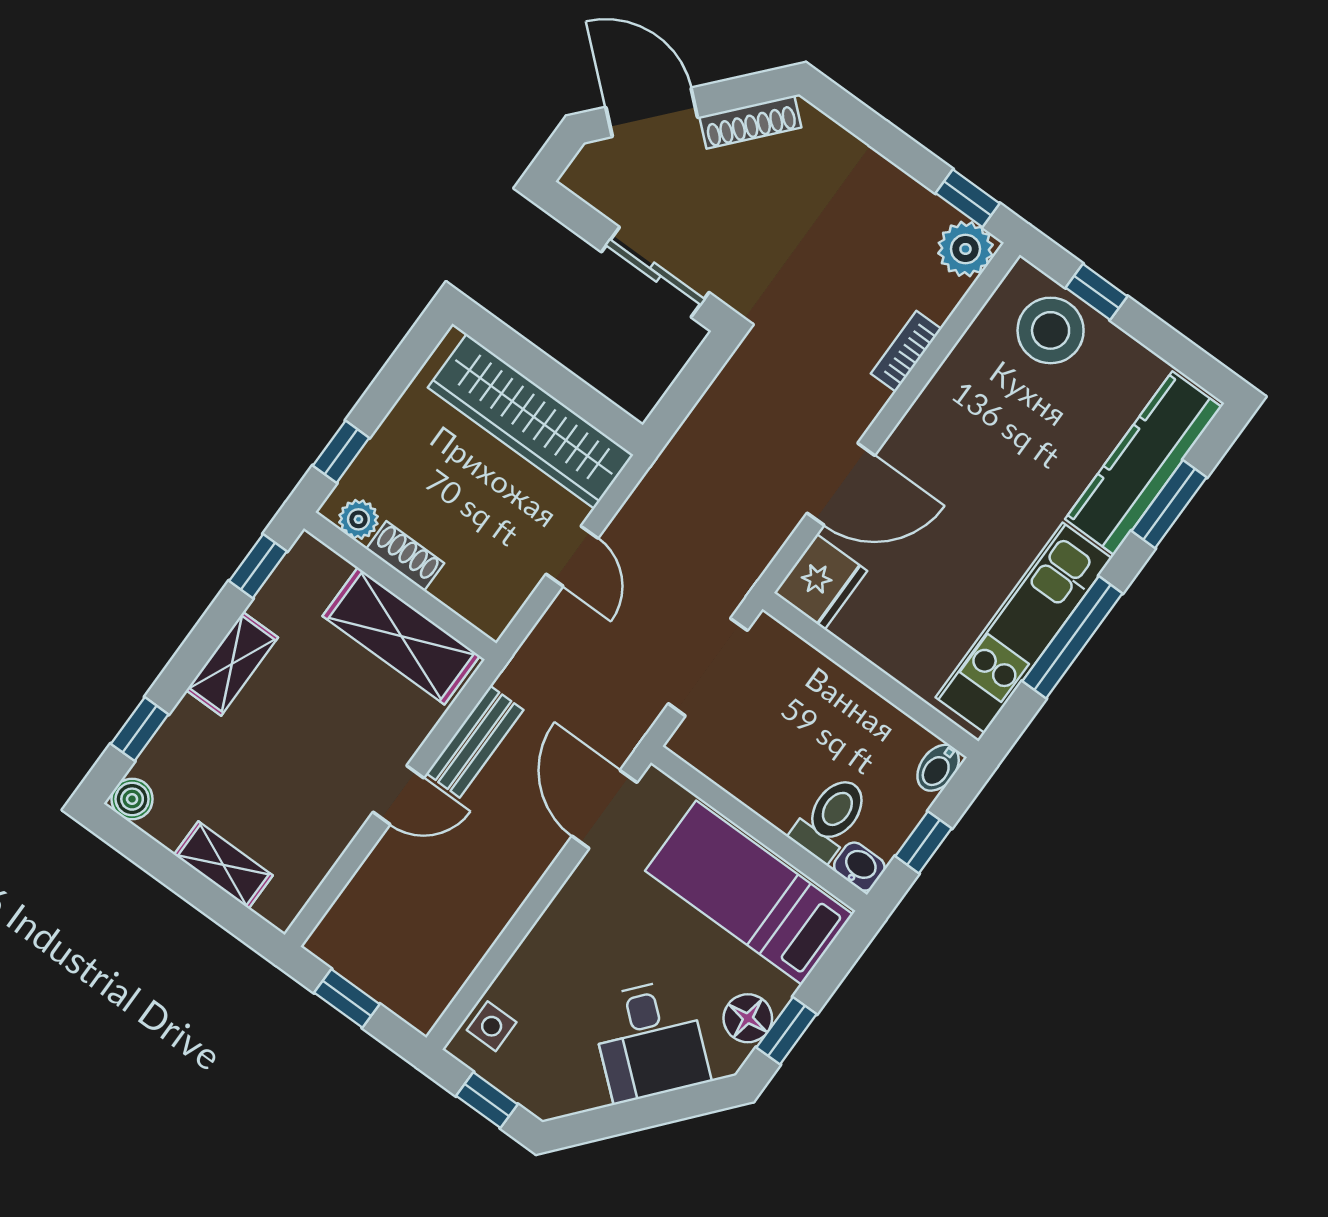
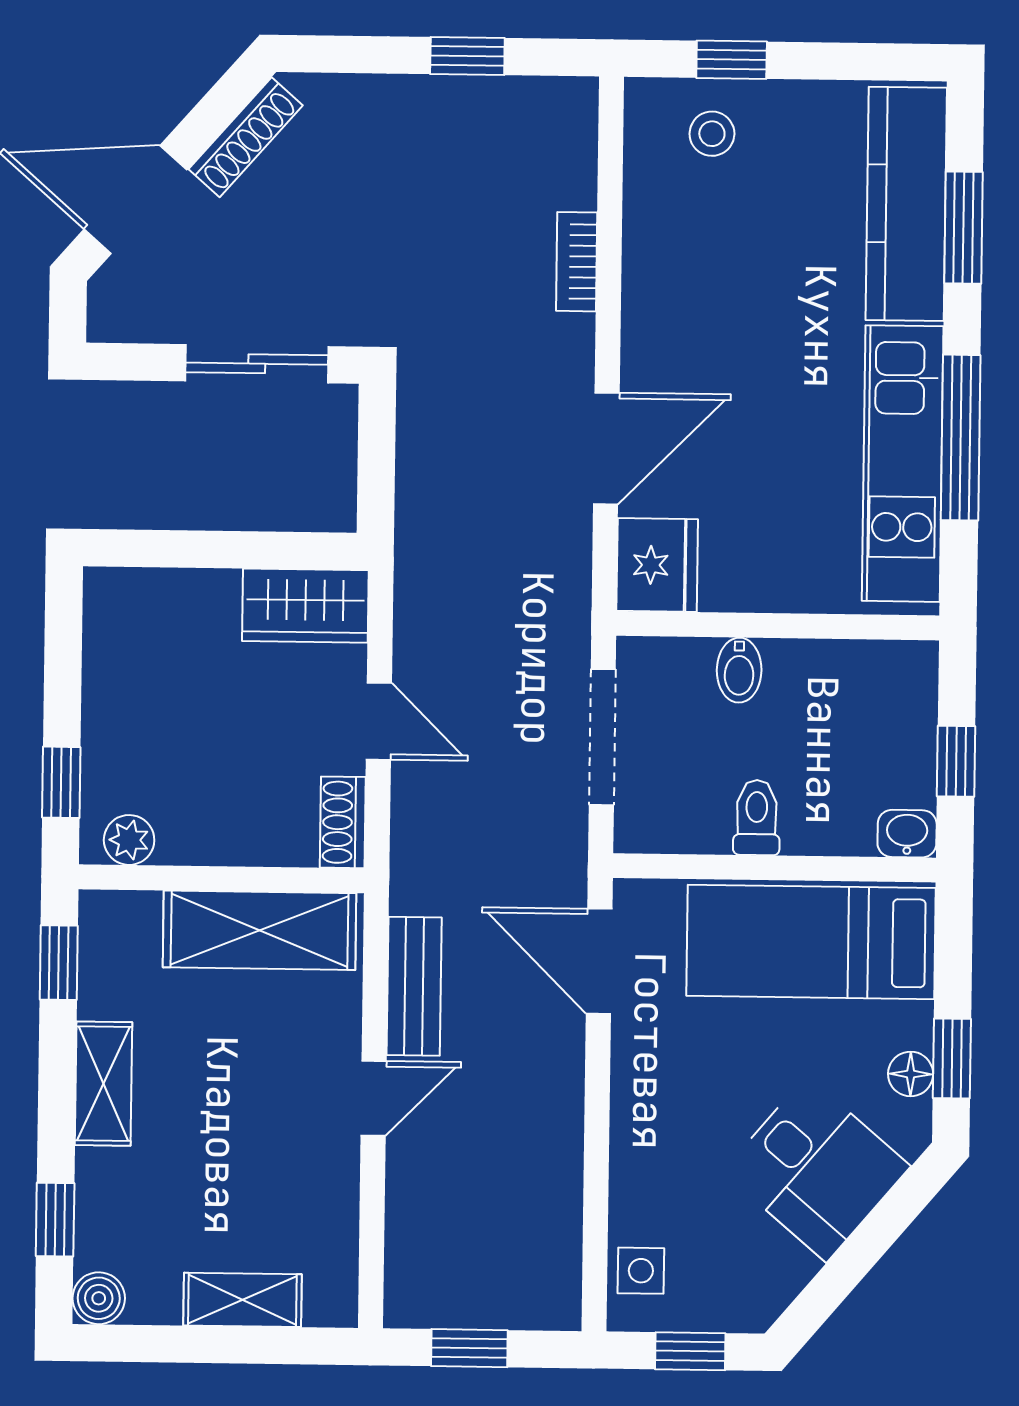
window: (968, 198) -> (467, 56), moved
plant: (965, 249) -> (563, 111), removed
stool: (1051, 330) -> (712, 134), width x0.53, depth x0.53
wardrobe: (531, 421) -> (305, 606), width x0.48, depth x0.85
shoe rack: (405, 556) -> (343, 822), moved, turned -90
bidet: (938, 768) -> (739, 670), moved
toilet: (831, 818) -> (757, 818), moved, width x0.73, depth x0.72
floor lamp: (748, 1018) -> (911, 1074), width x0.73, depth x0.73

